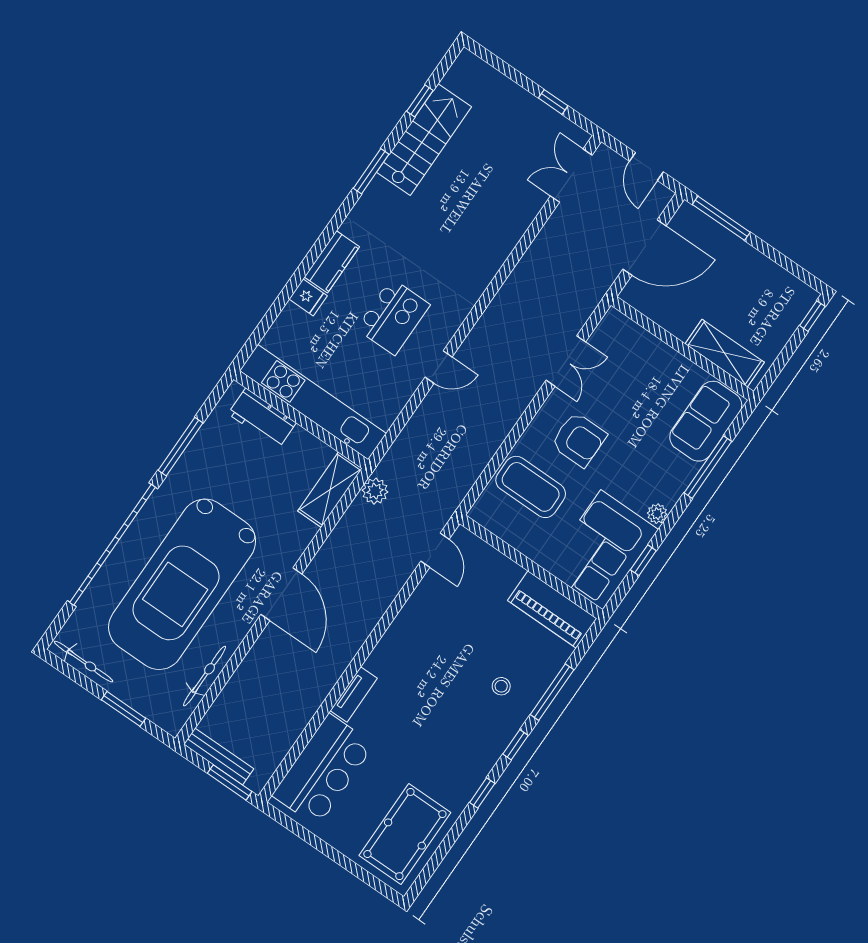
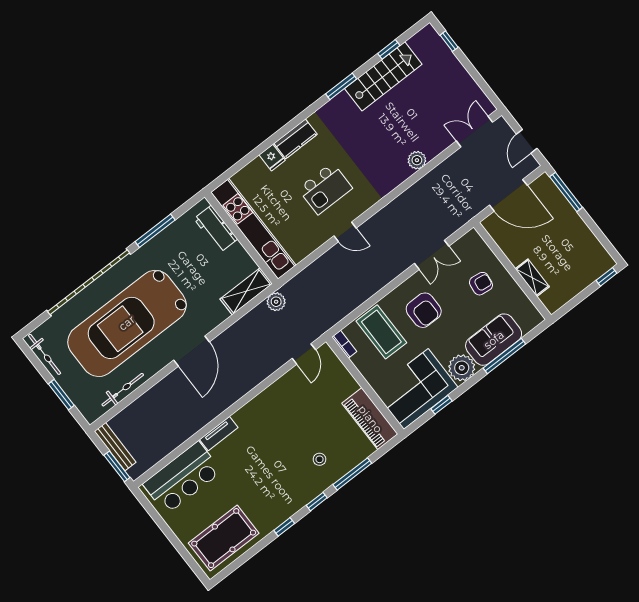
window: (553, 102) -> (449, 41), moved
plant: (505, 239) -> (417, 160), added
shelving: (725, 353) -> (532, 278), width x0.67, depth x0.75
armchair: (645, 379) -> (481, 284), added
sofa: (706, 421) -> (494, 340), moved
plant: (657, 514) -> (462, 368), width x1.87, depth x1.87
bookcase: (486, 520) -> (344, 344), added

